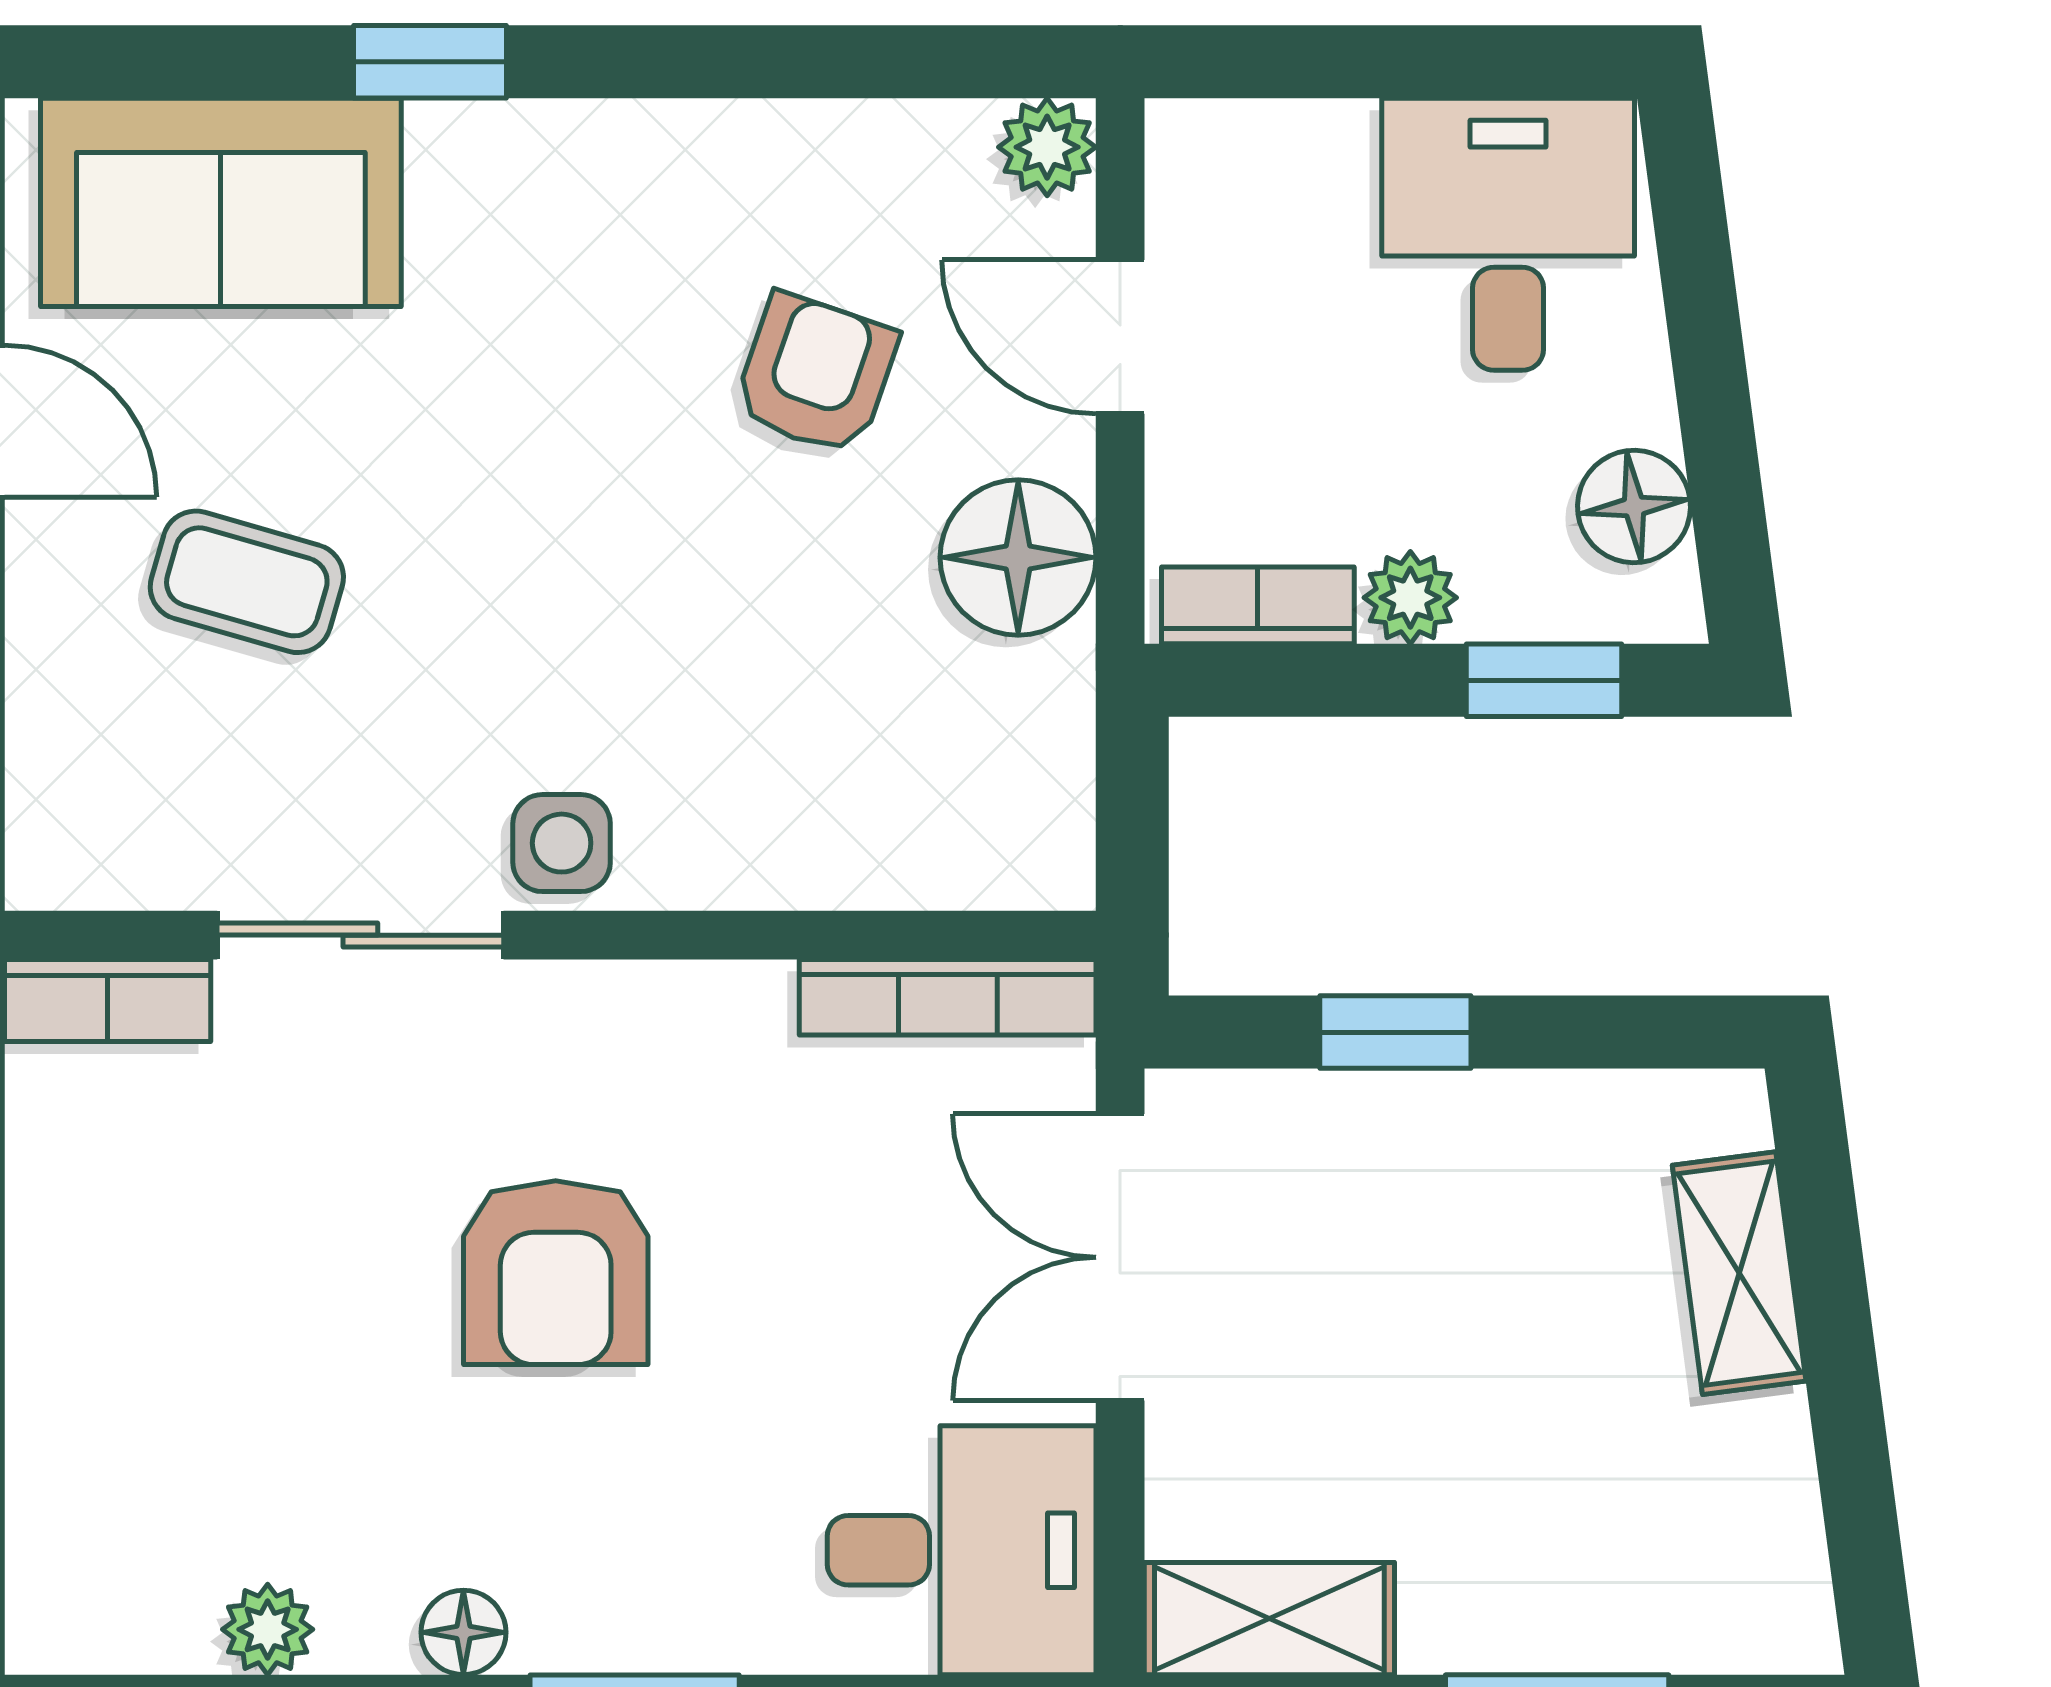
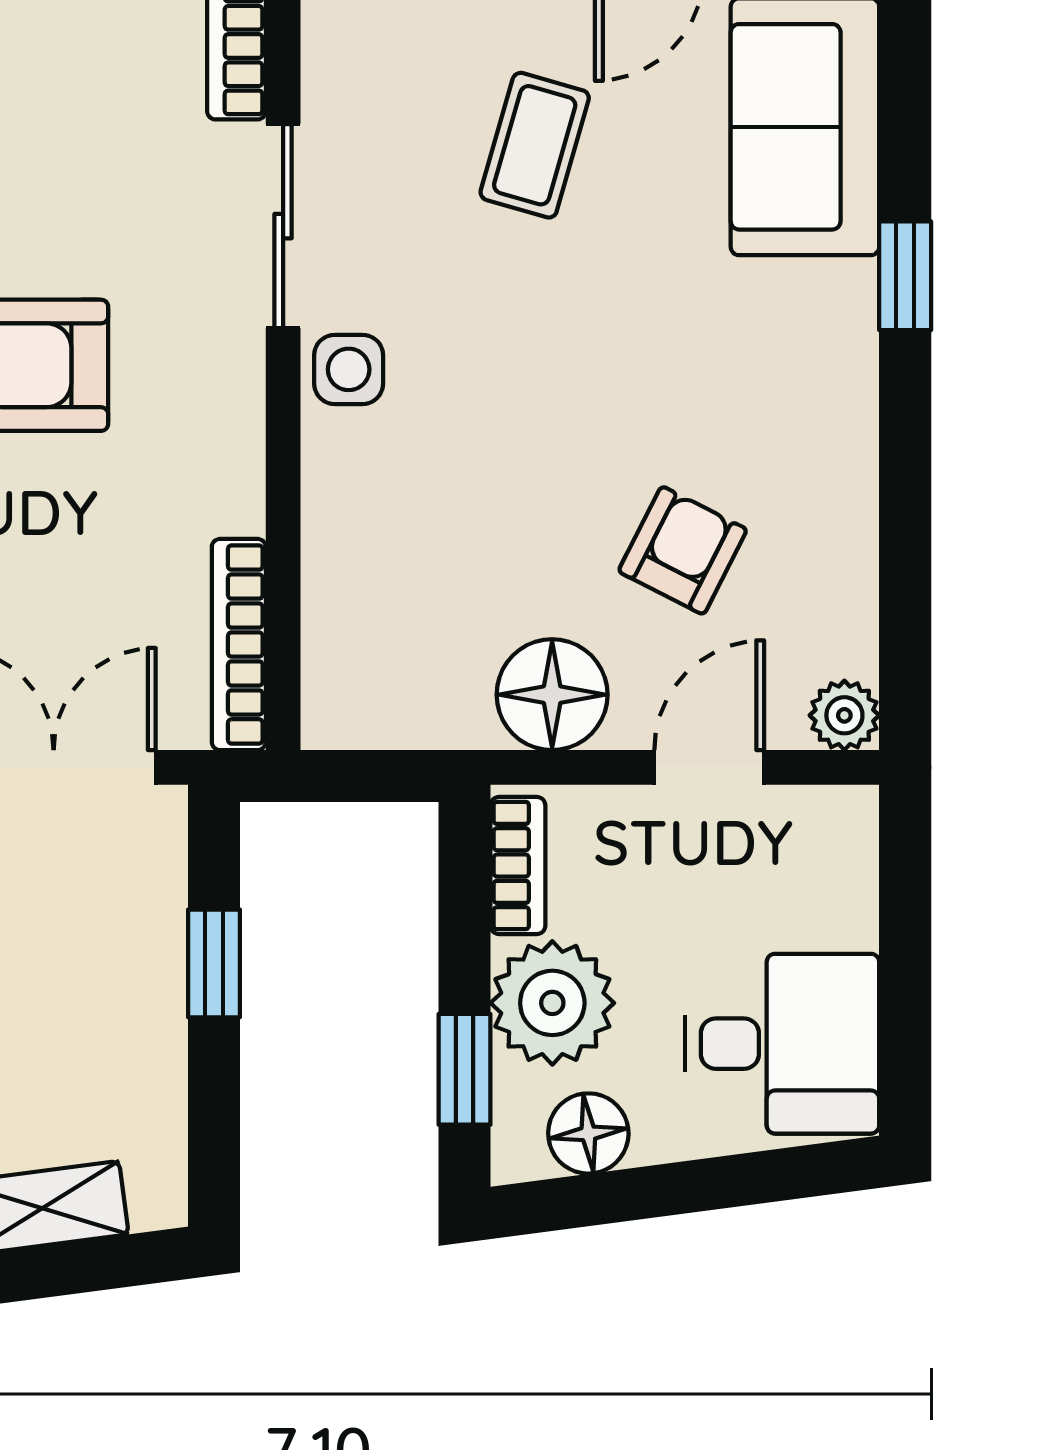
armchair: (816, 374) -> (683, 550), turned -82
plant: (1410, 598) -> (552, 1003), width x1.87, depth x1.87

